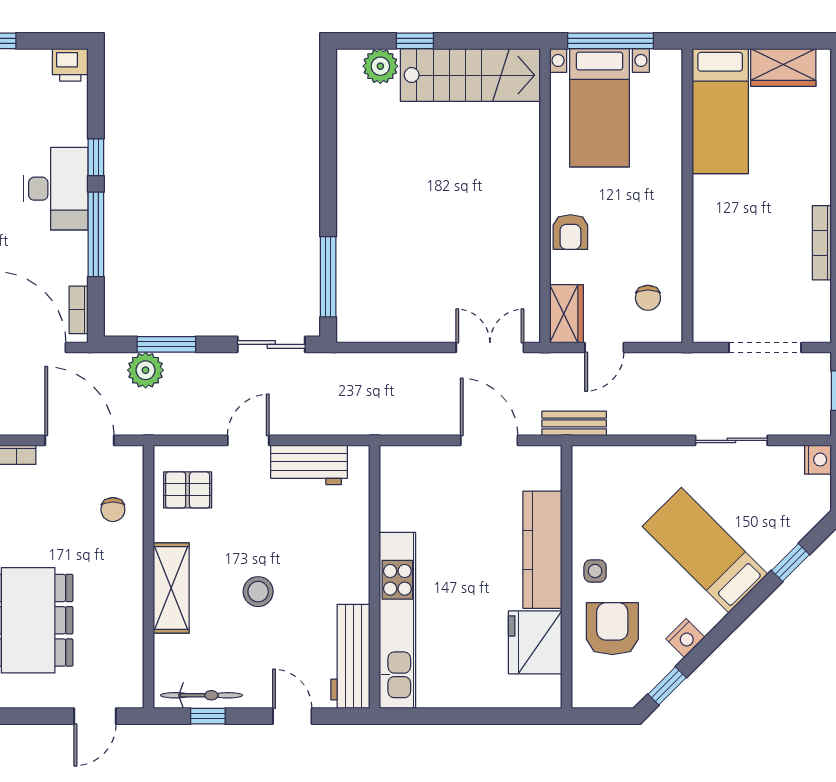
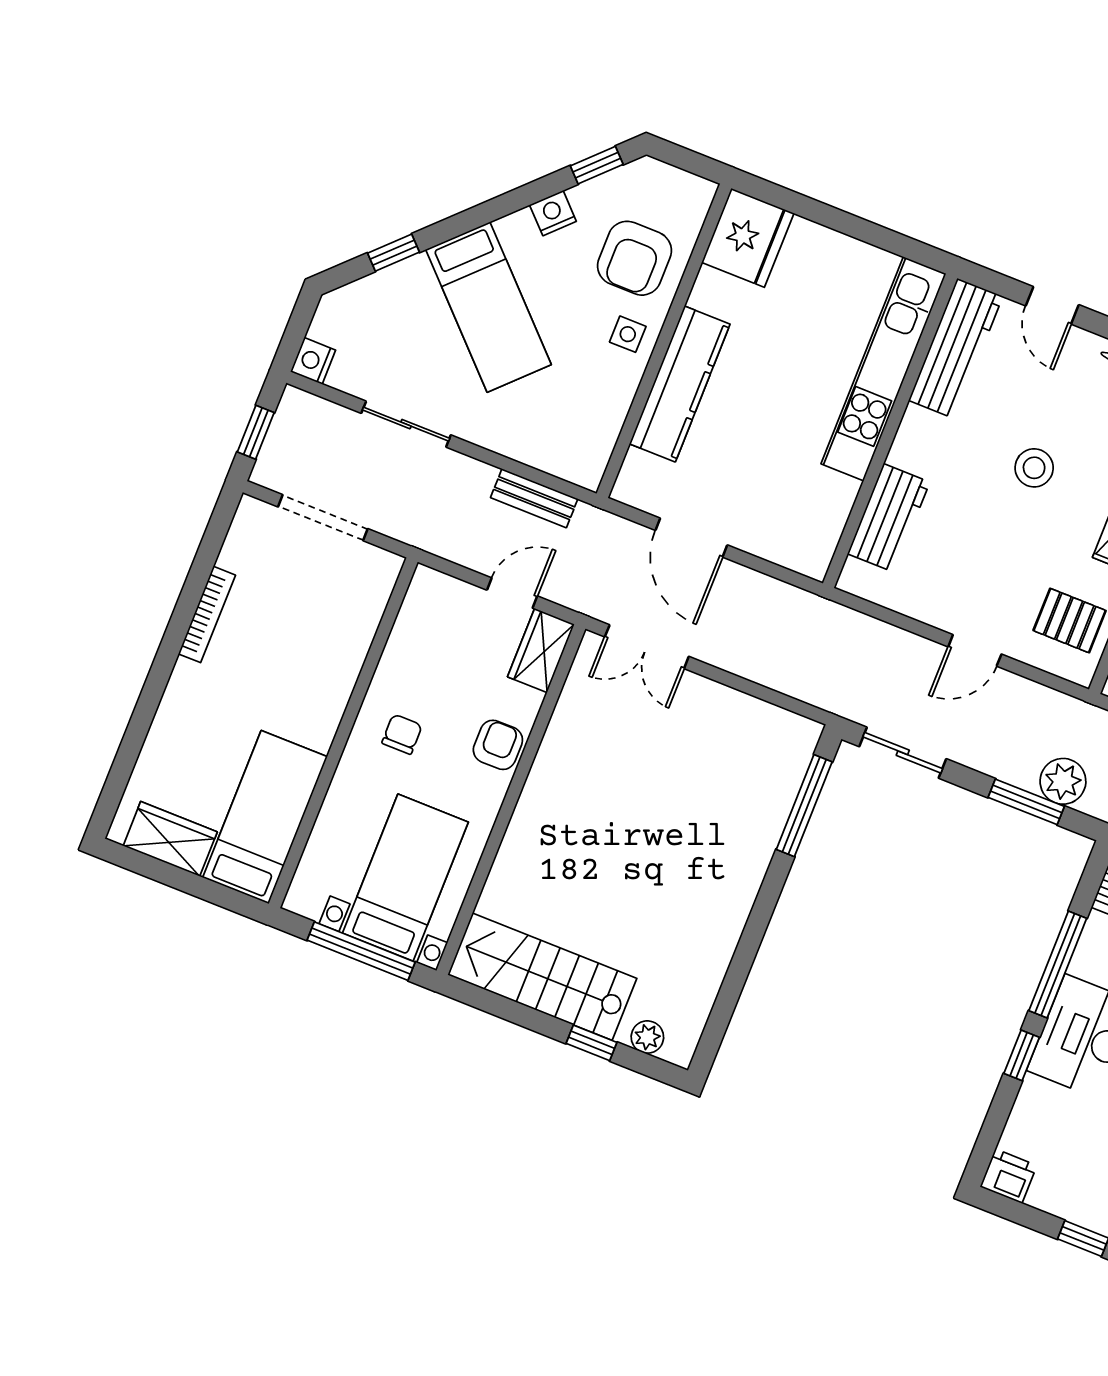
plant: (380, 66) -> (647, 1037), width x0.73, depth x0.73
chair: (648, 298) -> (402, 734), moved
bench: (574, 423) -> (534, 498), moved
workbench: (309, 465) -> (889, 518), moved, turned 90
fridge: (535, 642) -> (748, 238), moved

